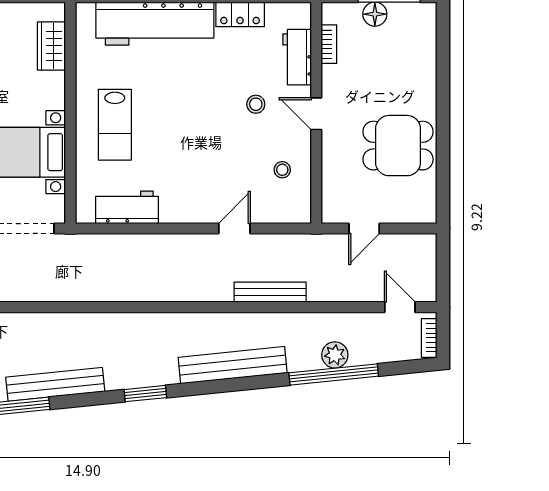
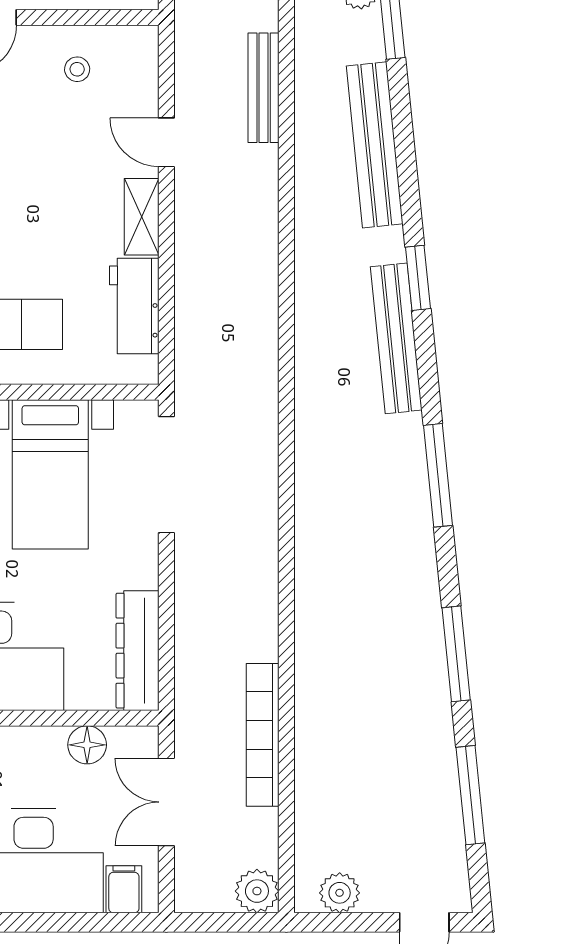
shelving: (185, 212) -> (142, 217), added
bench: (55, 384) -> (396, 338), moved

